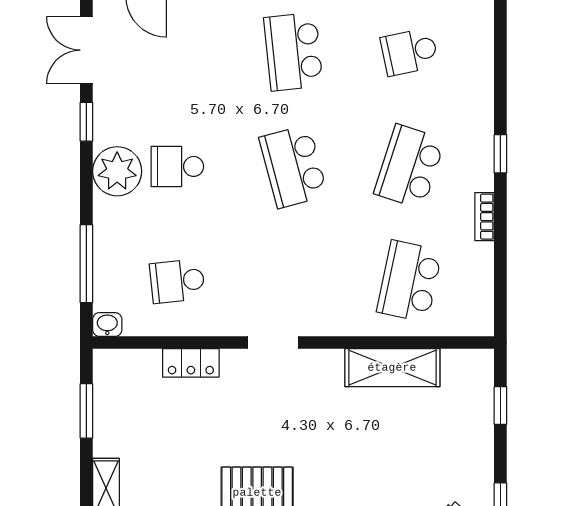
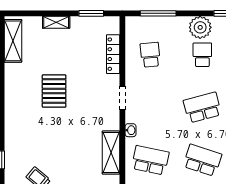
washbasin: (107, 324) -> (131, 130), moved
locker: (191, 363) -> (113, 54), width x1.53

